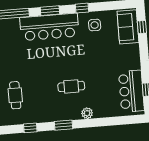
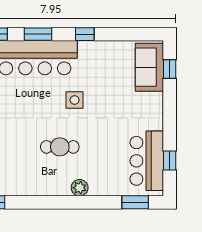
side table: (95, 25) -> (75, 100), moved
window: (64, 125) -> (135, 202), moved

